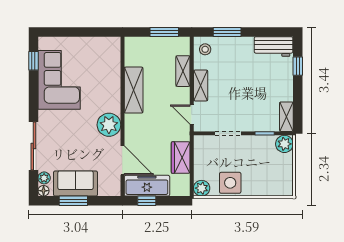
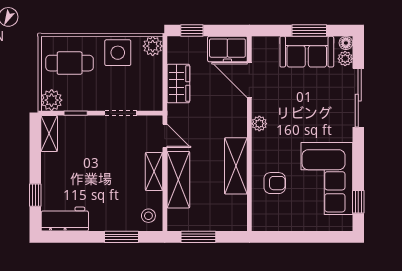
shelving: (183, 71) -> (178, 180), width x1.50, depth x1.33
armchair: (102, 76) -> (275, 183), added
plant: (109, 125) -> (259, 124), width x0.53, depth x0.53
cafe table: (270, 174) -> (70, 63), added
freezer: (147, 186) -> (227, 49), width x0.71
window: (147, 201) -> (192, 31), moved

